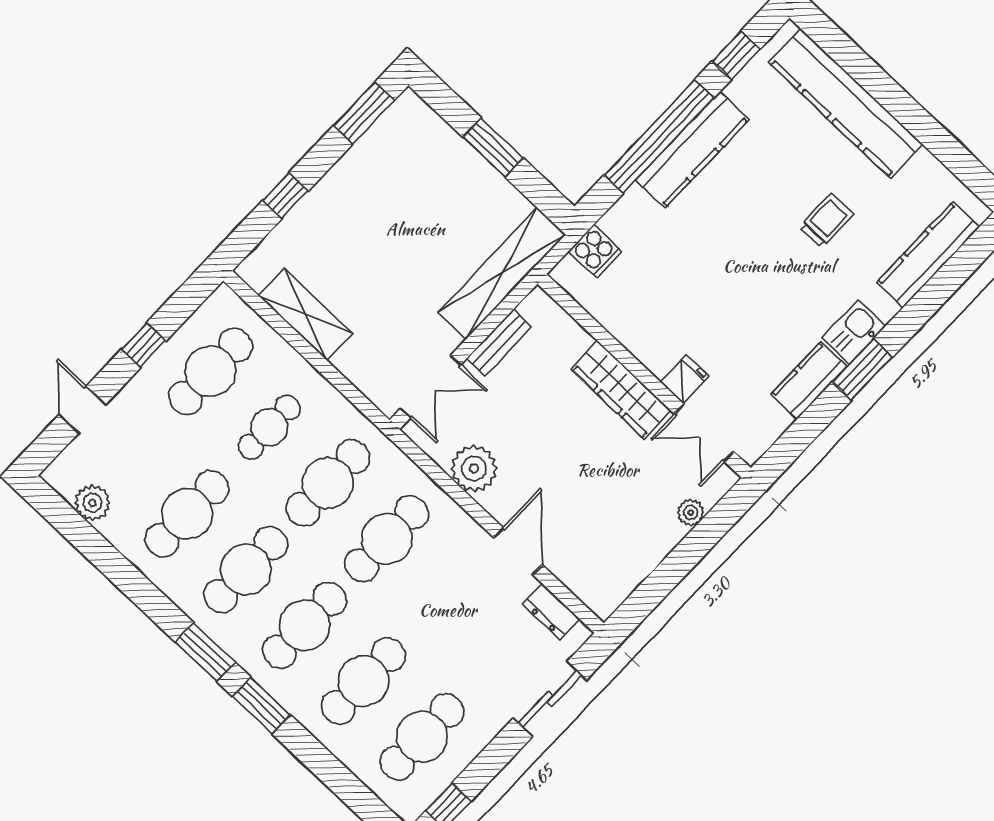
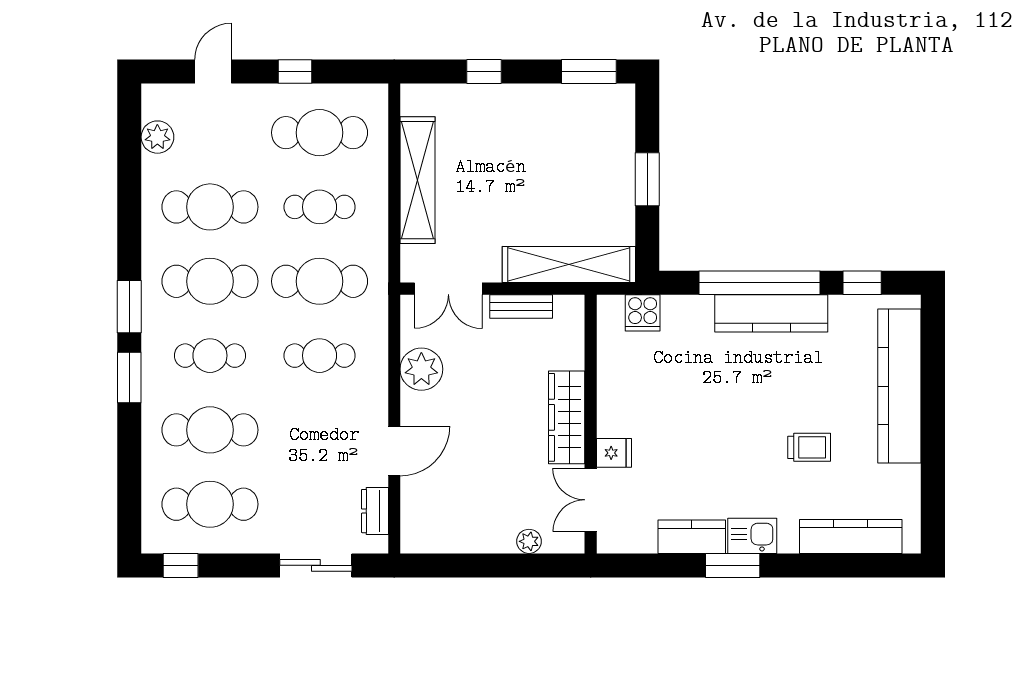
shelving: (306, 314) -> (418, 180), width x1.47
cafe table: (387, 539) -> (320, 356), width x0.73, depth x0.74
cafe table: (305, 625) -> (210, 356), width x0.73, depth x0.74

